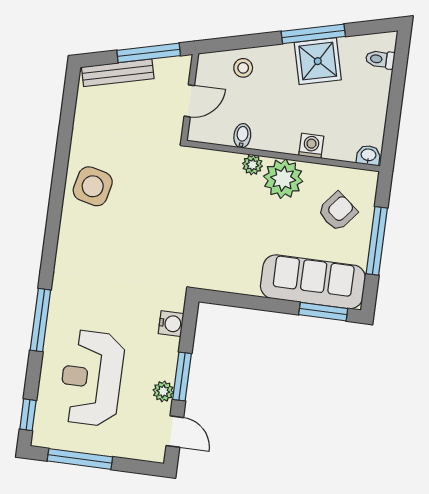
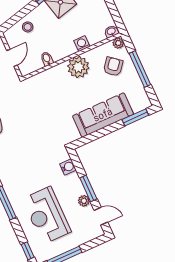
plant: (253, 165) -> (118, 43), moved
sofa: (313, 282) -> (103, 115), moved

